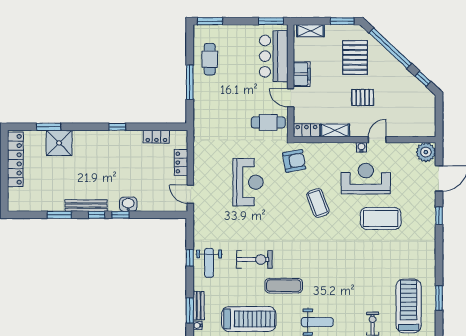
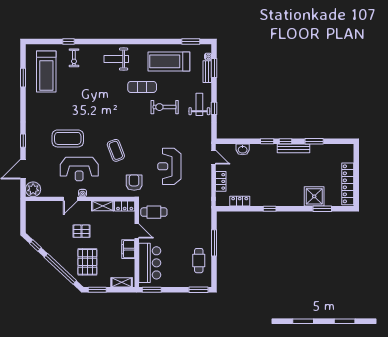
armchair: (294, 161) -> (134, 183), turned 100
washbasin: (128, 204) -> (243, 149), moved

